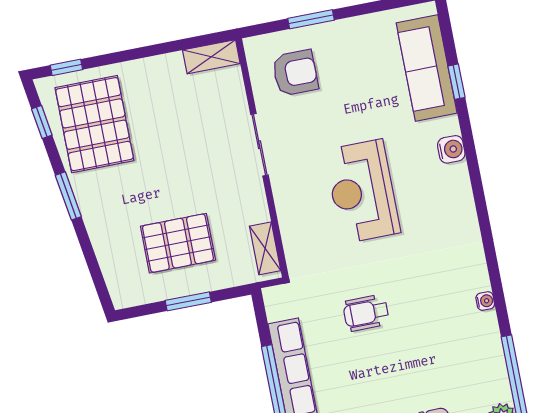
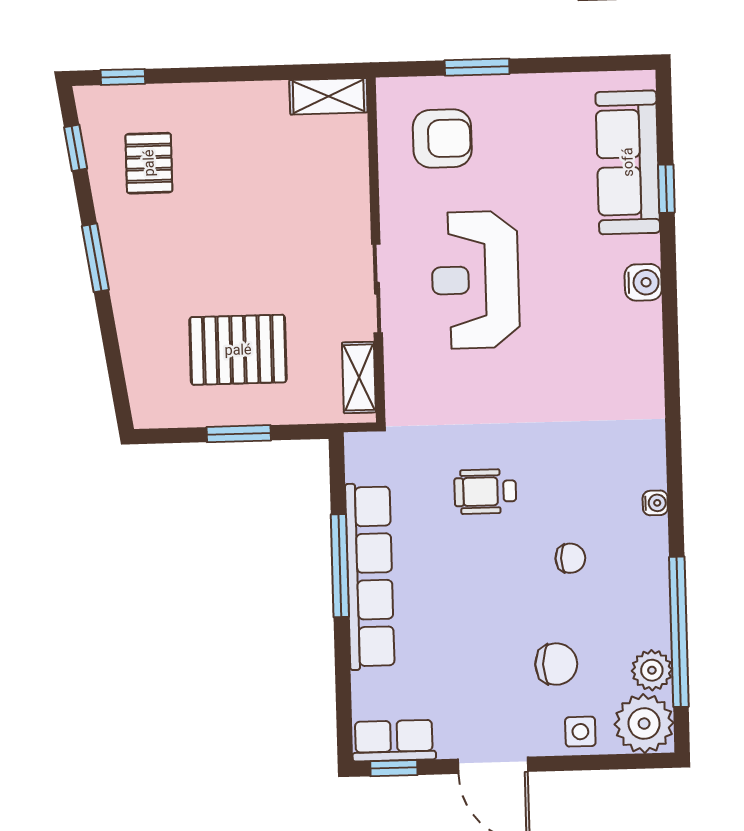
pallet: (94, 124) -> (149, 163), width x0.49, depth x0.50
sliding door: (259, 145) -> (377, 288), moved
reception desk: (362, 191) -> (475, 280), moved
chair: (433, 349) -> (570, 558), added

